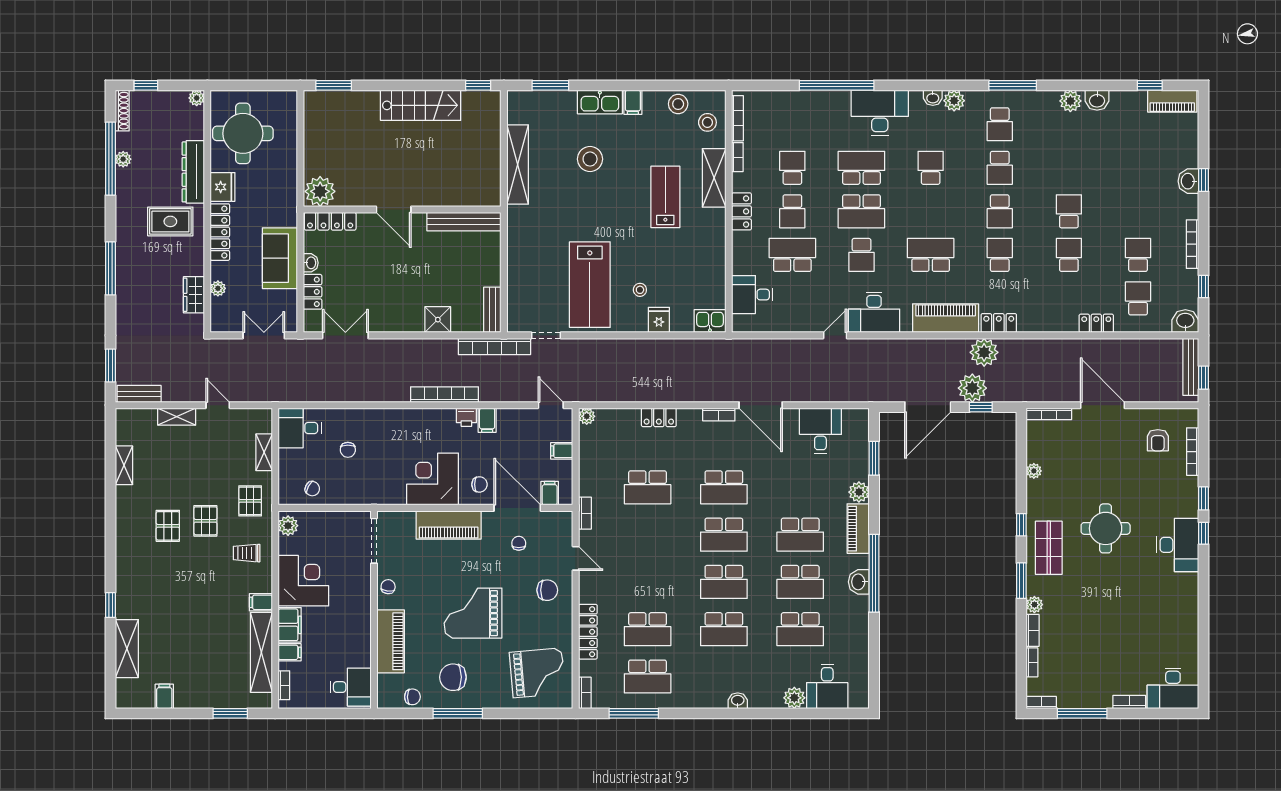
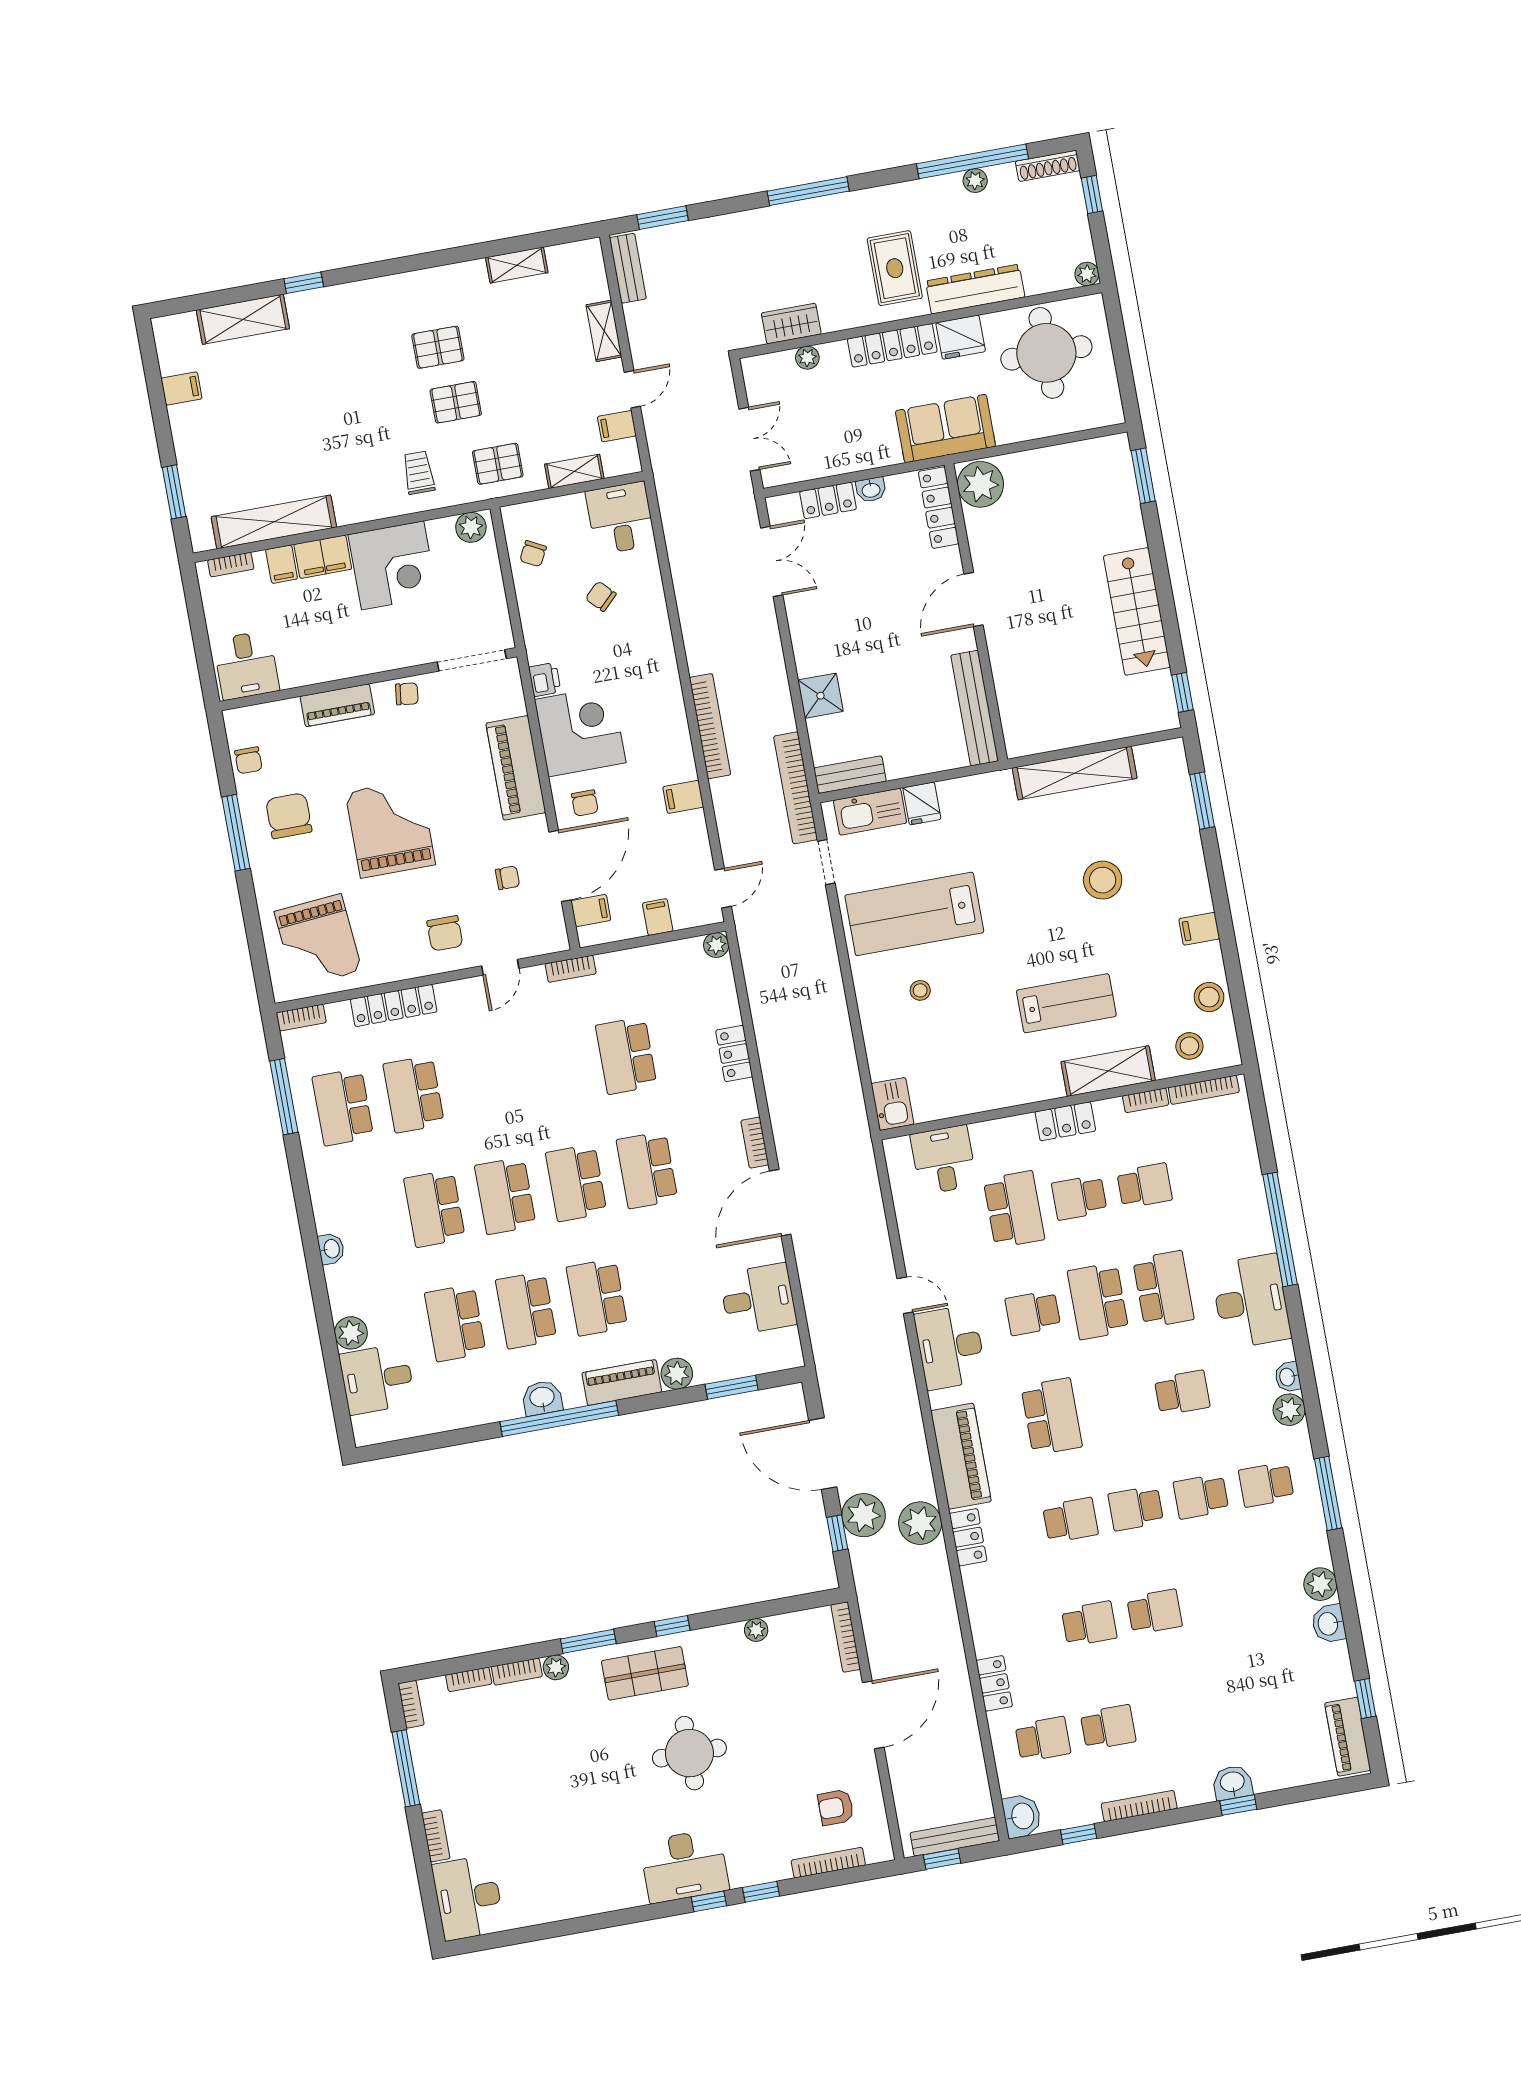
kitchen sink: (600, 102) -> (870, 812), moved, turned -90
sofa: (280, 258) -> (945, 429), moved
fridge: (659, 320) -> (922, 803), moved, turned 90
printer: (466, 417) -> (545, 679), moved, turned 180
chair: (348, 450) -> (601, 596), turned 46
filing cabinet: (261, 602) -> (617, 426), moved, turned -90
piano: (391, 641) -> (337, 705), width x0.73, depth x0.75

